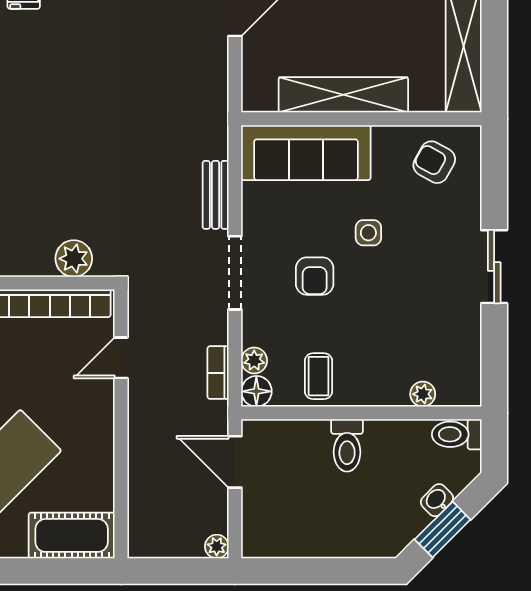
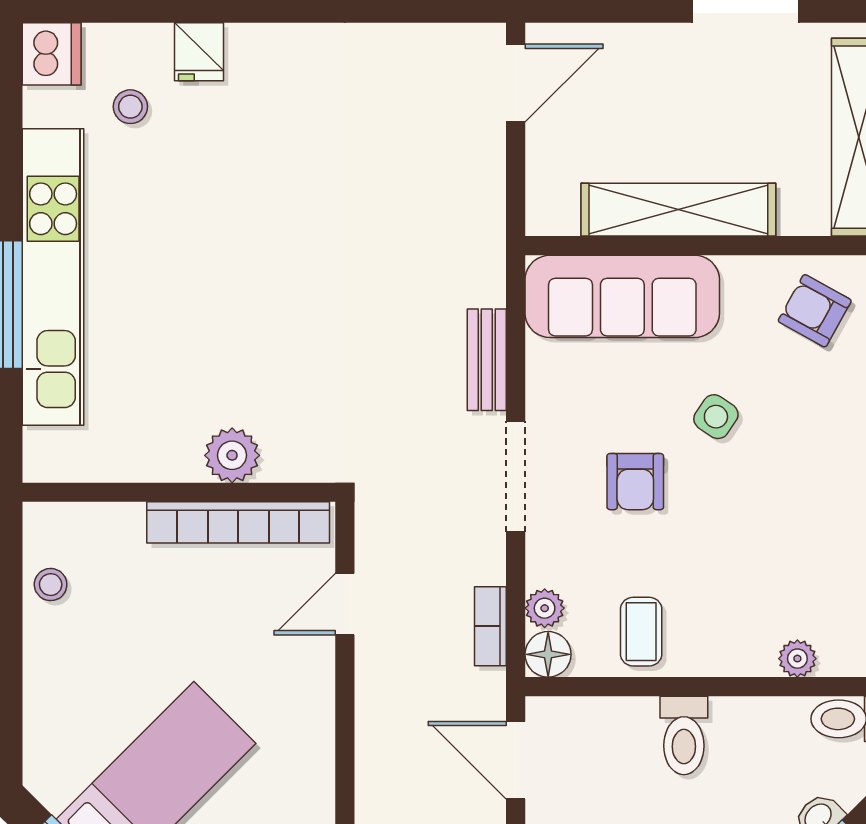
side table: (368, 233) -> (716, 417), turned 34
plant: (74, 259) -> (232, 455), moved

